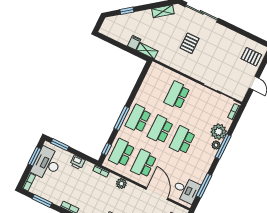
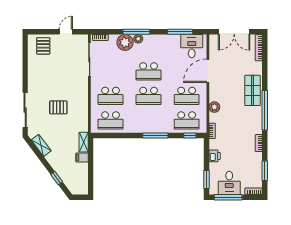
school desk: (138, 119) -> (110, 120), moved
window: (34, 156) -> (228, 197), width x1.44
desk: (47, 164) -> (229, 183), width x0.73

